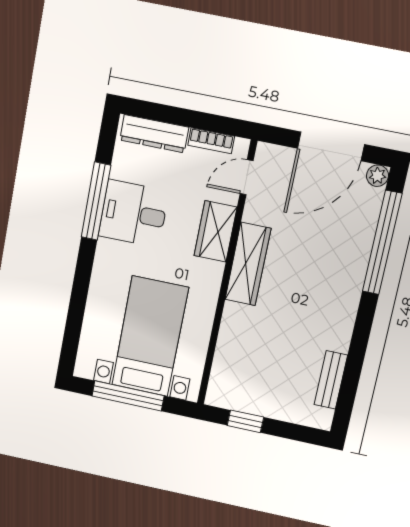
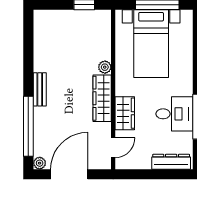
bookcase: (211, 141) -> (138, 164), removed
plant: (233, 314) -> (105, 67), added
bench: (331, 380) -> (40, 89), moved

